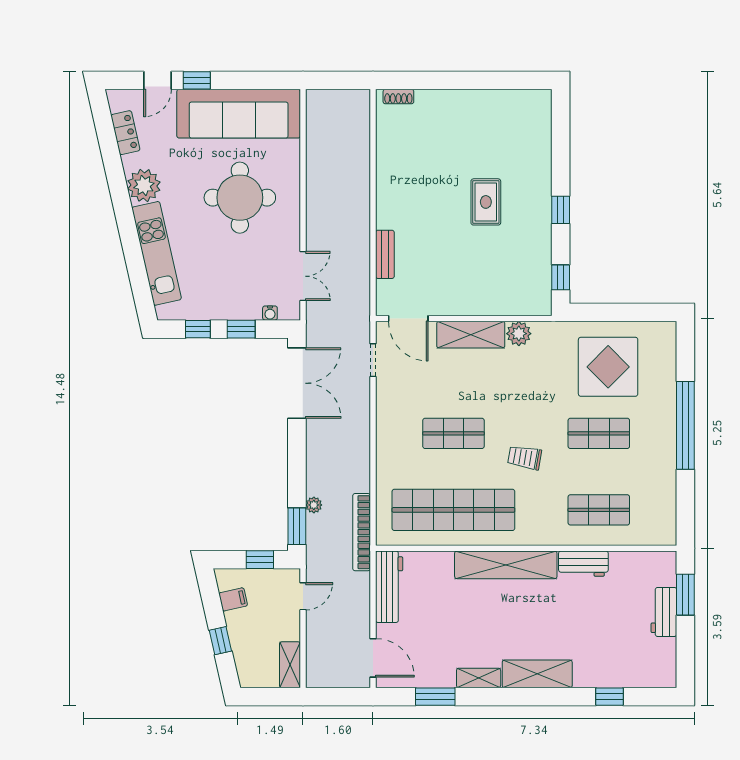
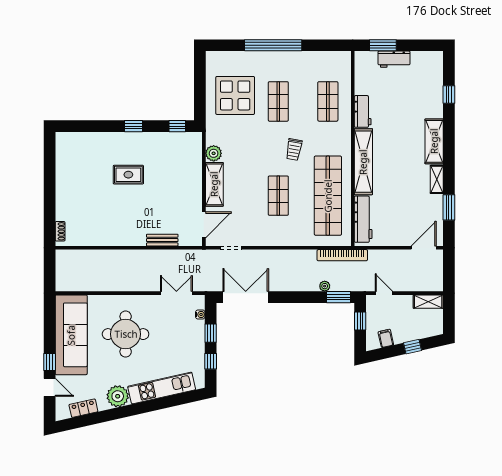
workbench: (389, 587) -> (363, 219), moved, turned 90

